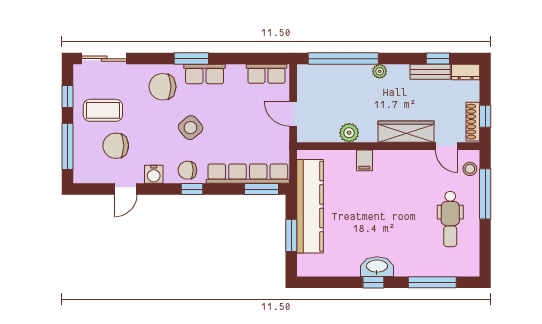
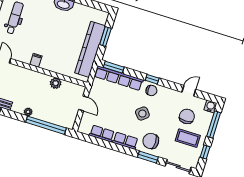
window: (191, 59) -> (148, 157), moved
row of seats: (266, 74) -> (102, 134), moved
chair: (162, 87) -> (151, 141), turned 180
wardrobe: (406, 132) -> (24, 74), removed
chair: (116, 146) -> (187, 116), turned -90
filing cabinet: (364, 160) -> (36, 60), moved
water cooler: (154, 174) -> (210, 106), moved

